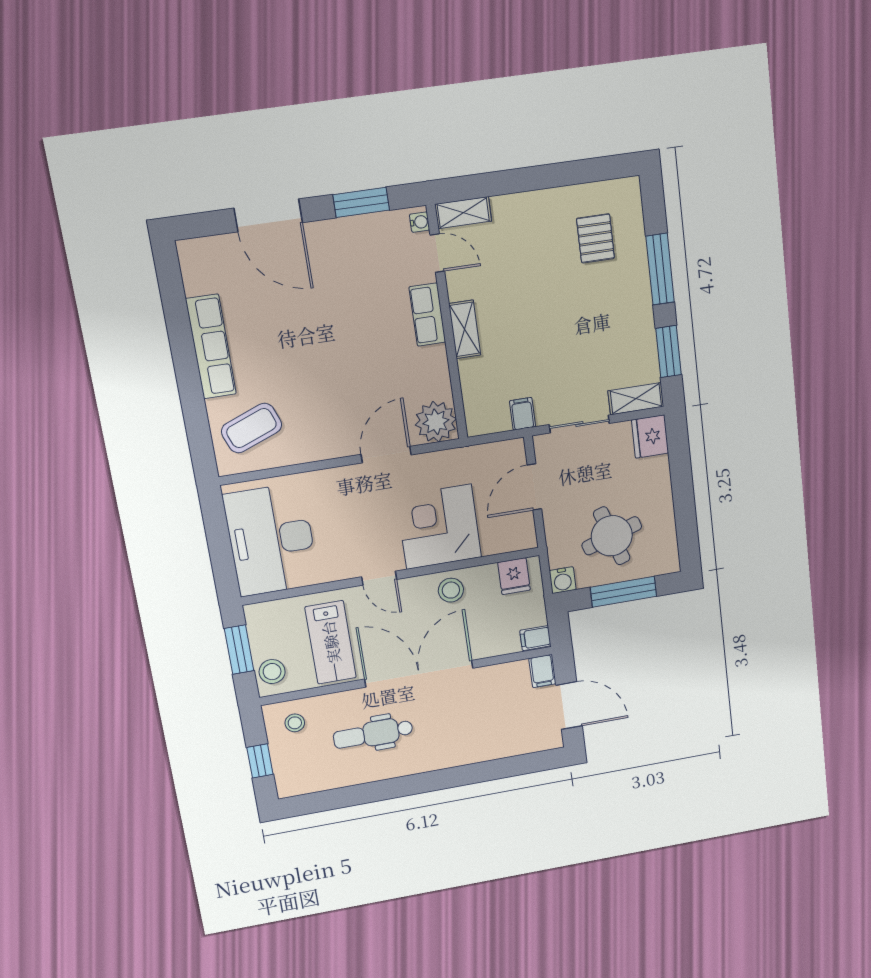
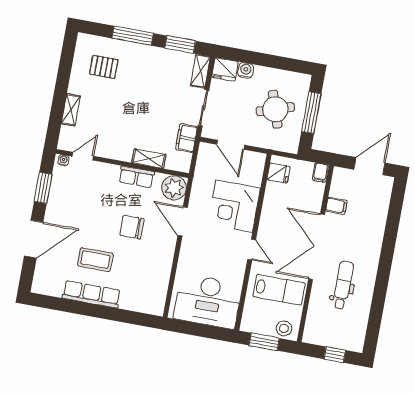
shelving: (463, 213) -> (71, 110), moved
row of seats: (427, 315) -> (136, 177), moved
shelving: (465, 329) -> (149, 159), moved
chair: (348, 376) -> (132, 227), added
filing cabinet: (522, 414) -> (186, 138), width x2.00
coffee table: (251, 428) -> (95, 260), moved, turned -69
door: (379, 578) -> (252, 250), hinge flipped
water cooler: (563, 580) -> (246, 70), moved, turned -90
stool: (451, 590) -> (273, 212), removed
filing cabinet: (542, 671) -> (336, 206), moved
stool: (295, 723) -> (319, 327), removed
dental chair: (373, 734) -> (343, 285), turned 180

